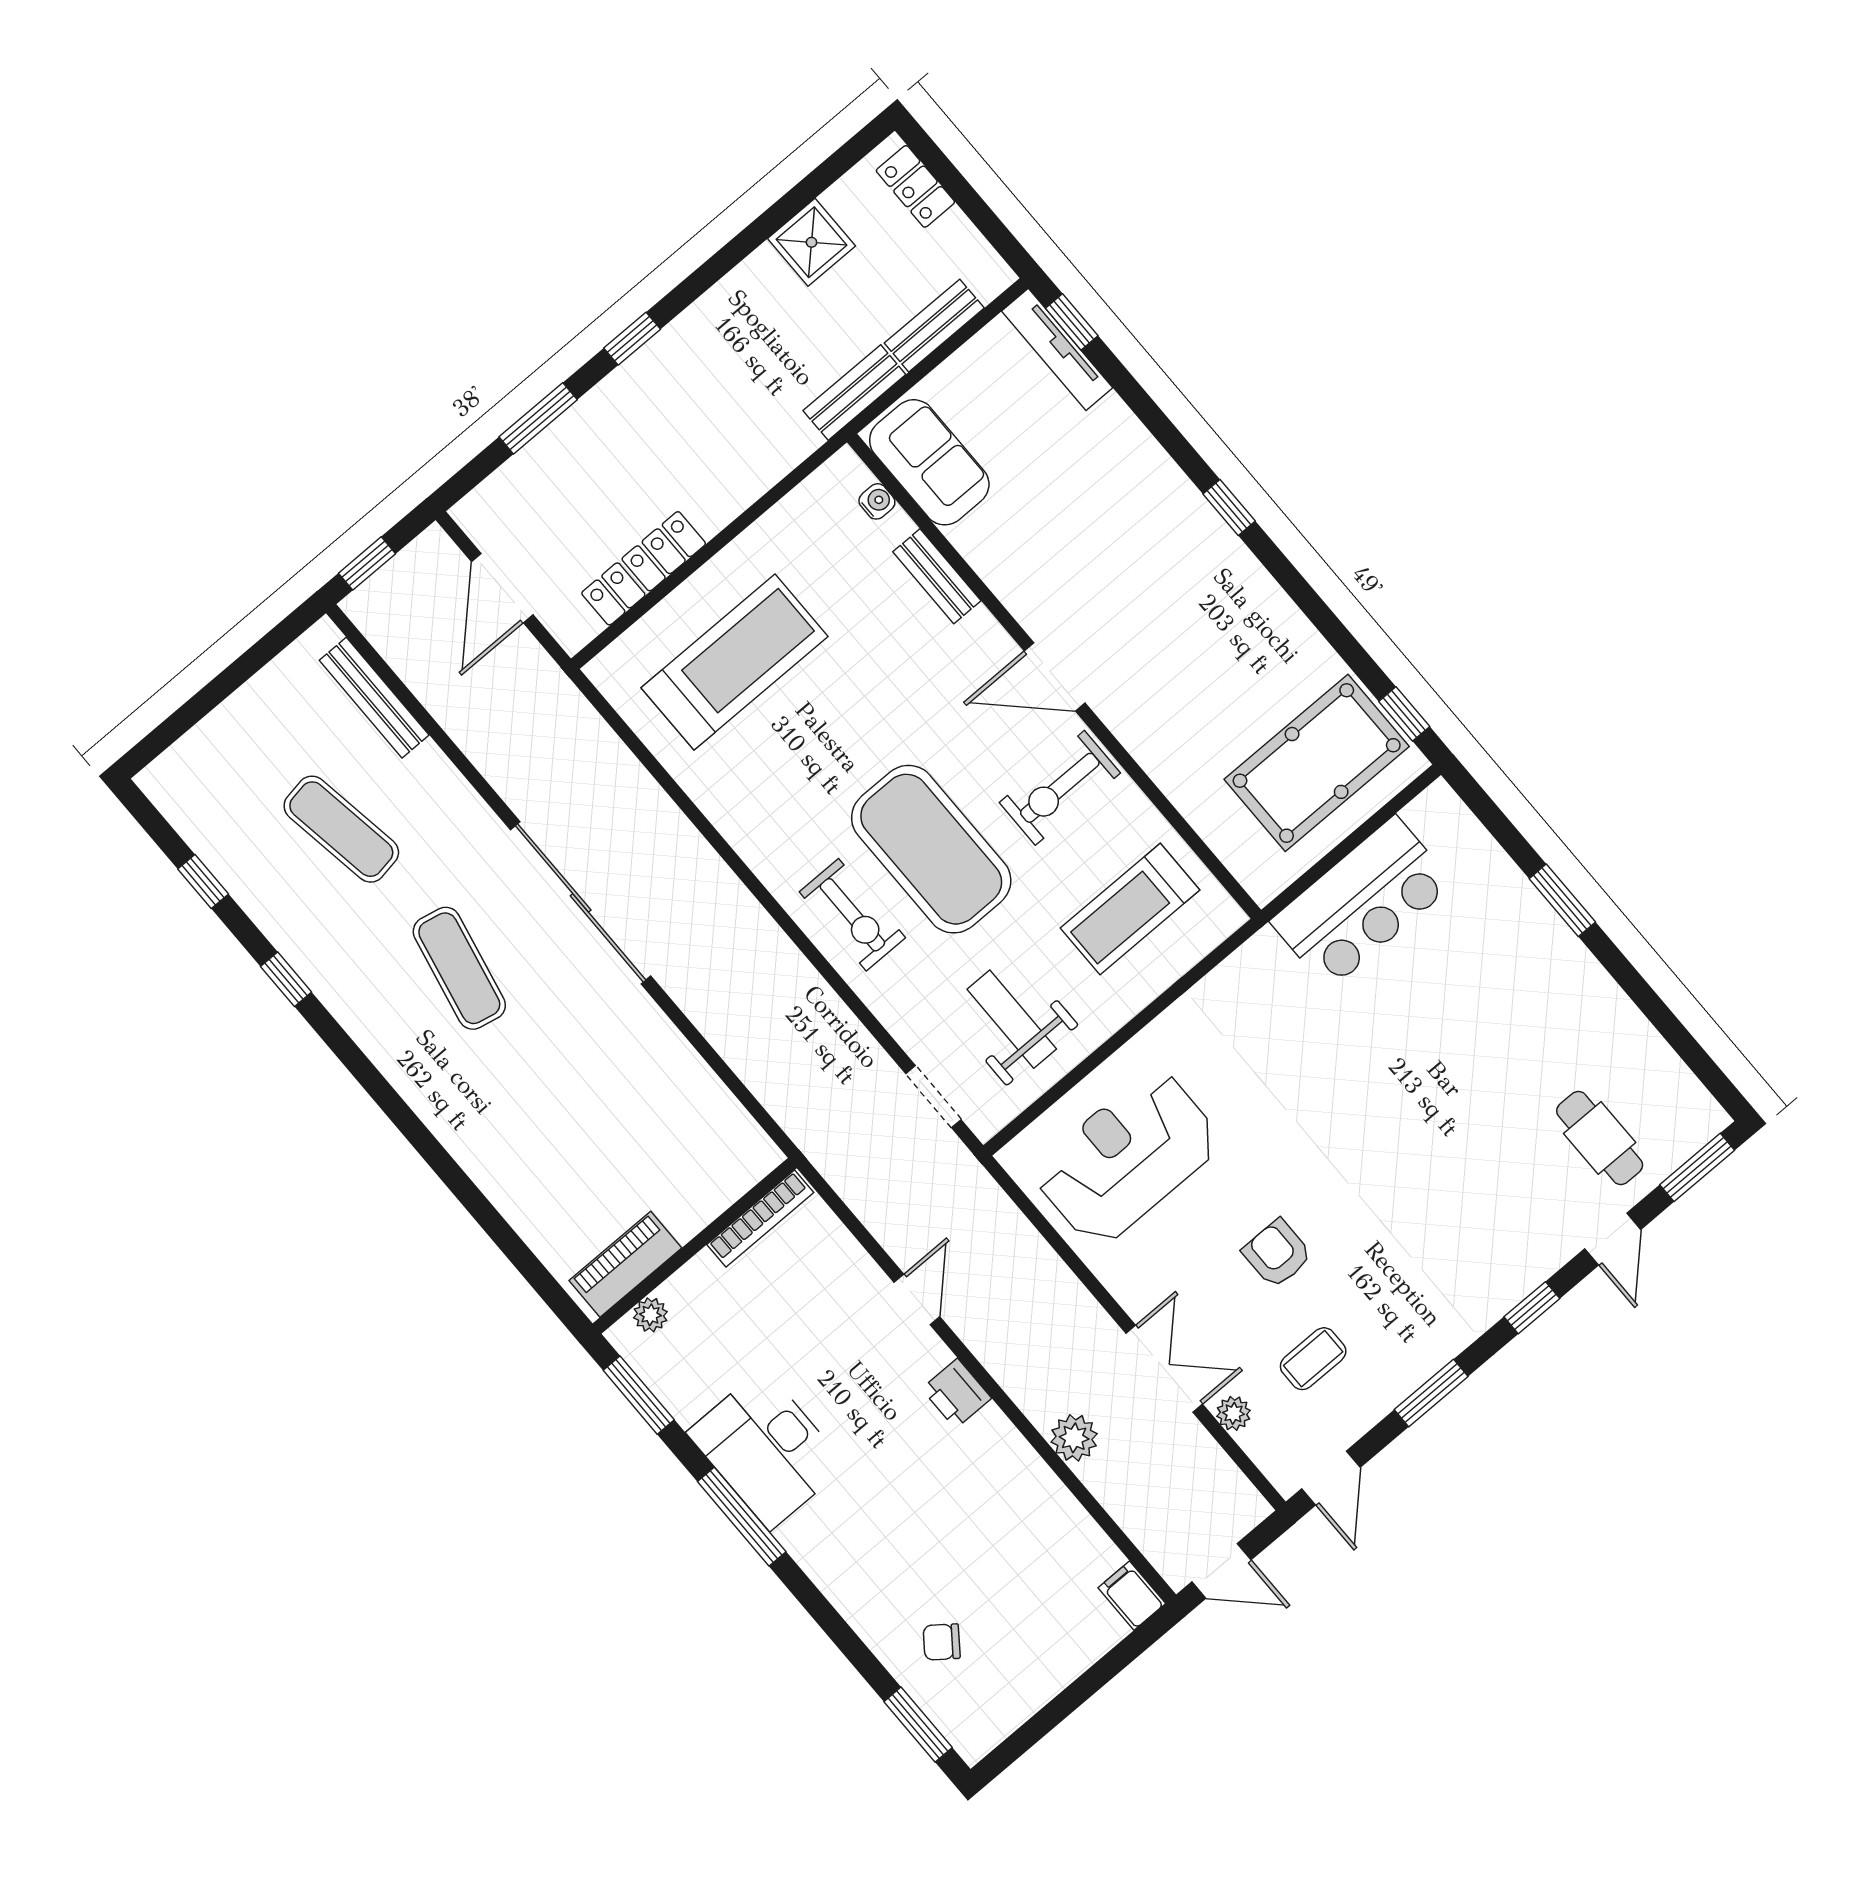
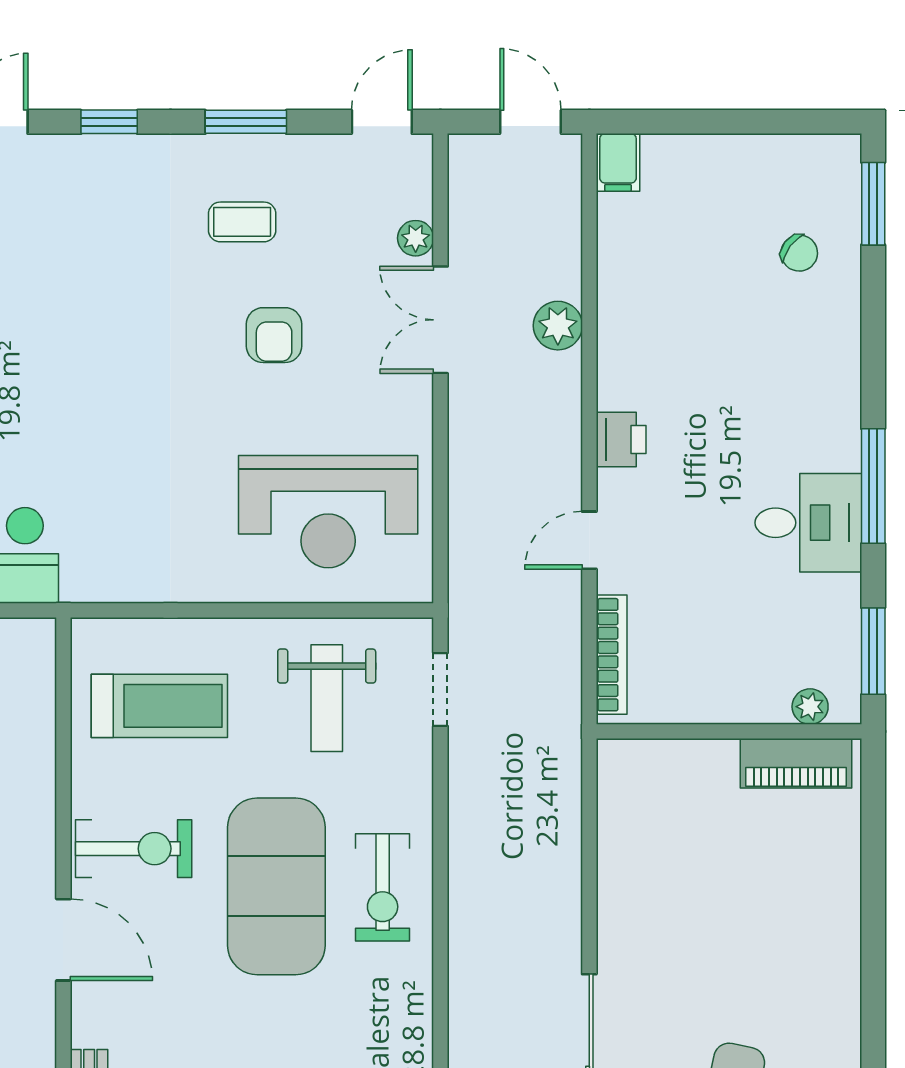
exercise bike: (852, 915) -> (383, 887), turned 180
bookcase: (760, 1218) -> (612, 655), moved, turned 90
coffee table: (1313, 1359) -> (242, 222), moved
desk: (767, 1449) -> (808, 523), width x0.73

